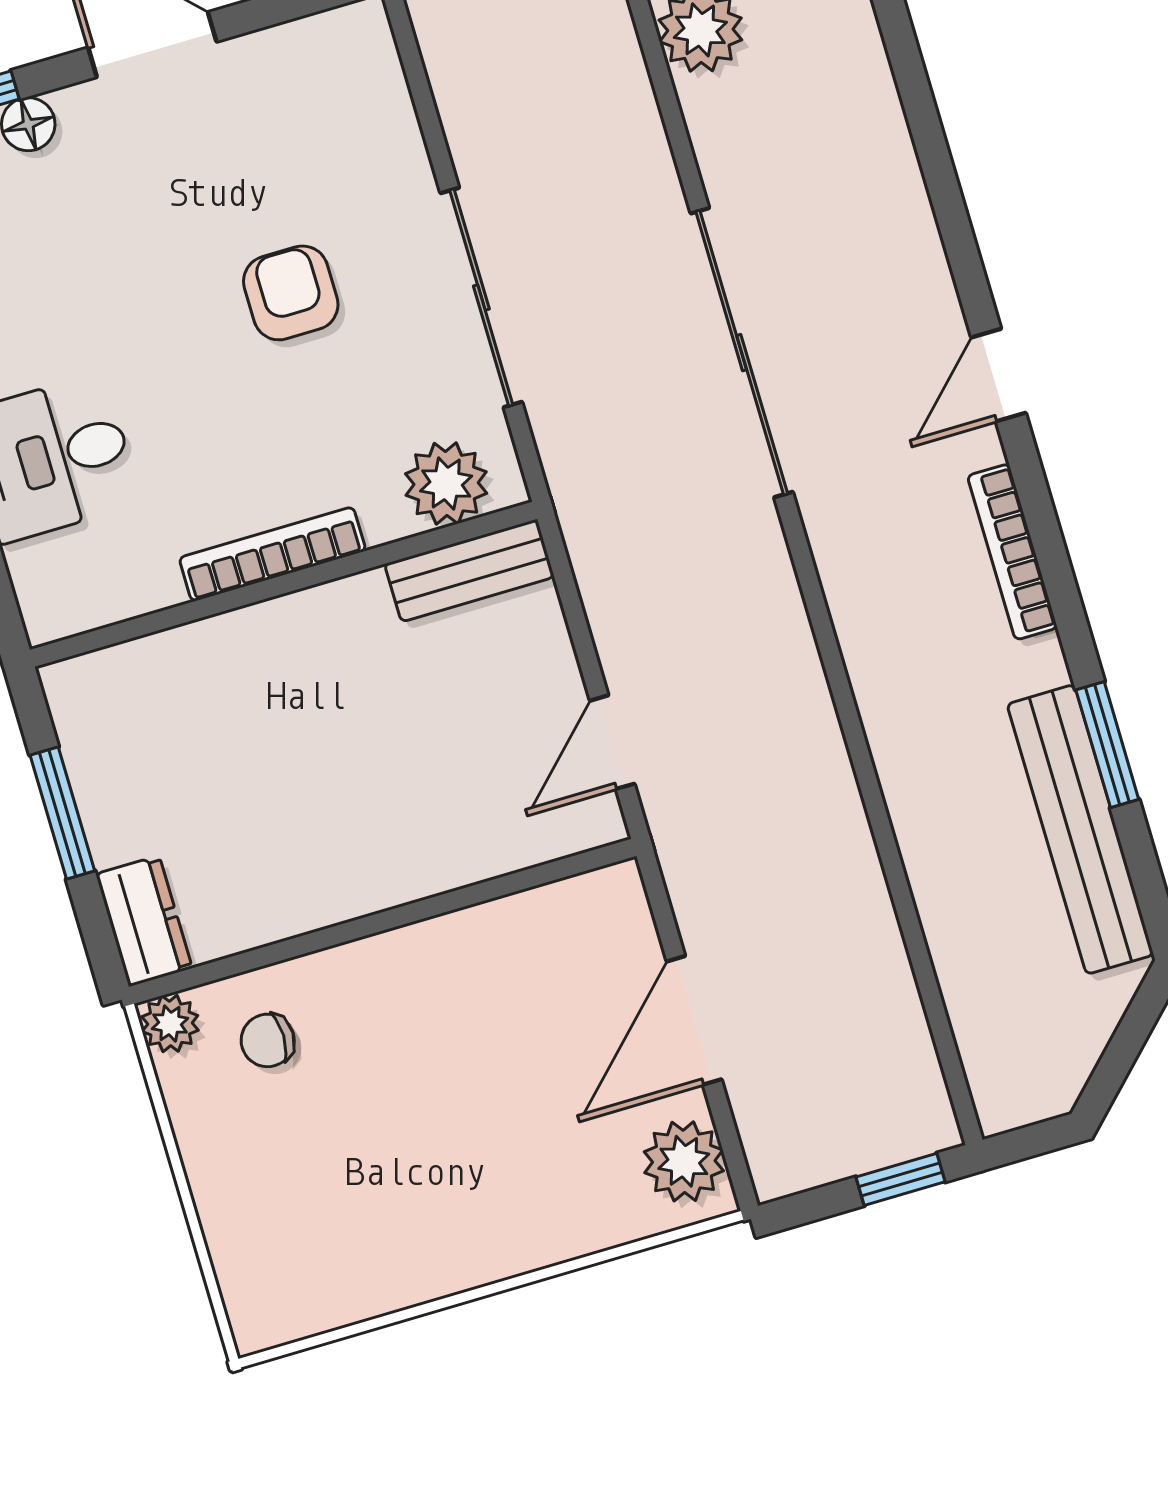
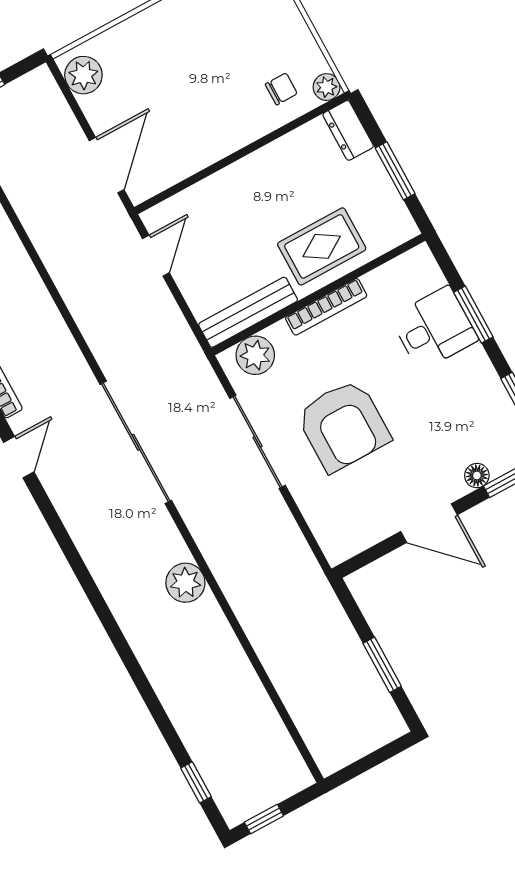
armchair: (291, 293) -> (343, 425), width x1.88, depth x1.88
bench: (469, 571) -> (248, 312), width x1.36
rug: (254, 685) -> (322, 246), added
door: (694, 1020) -> (107, 165), moved

